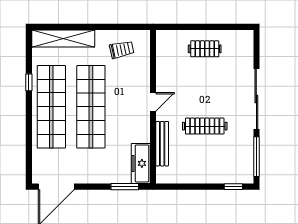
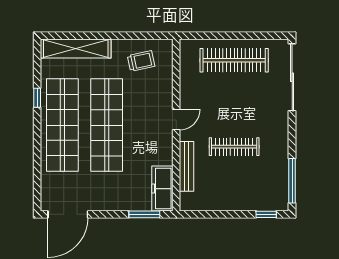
clothes rail: (205, 49) -> (234, 60), width x1.86, depth x1.31
sliding door: (256, 99) -> (292, 77), moved

